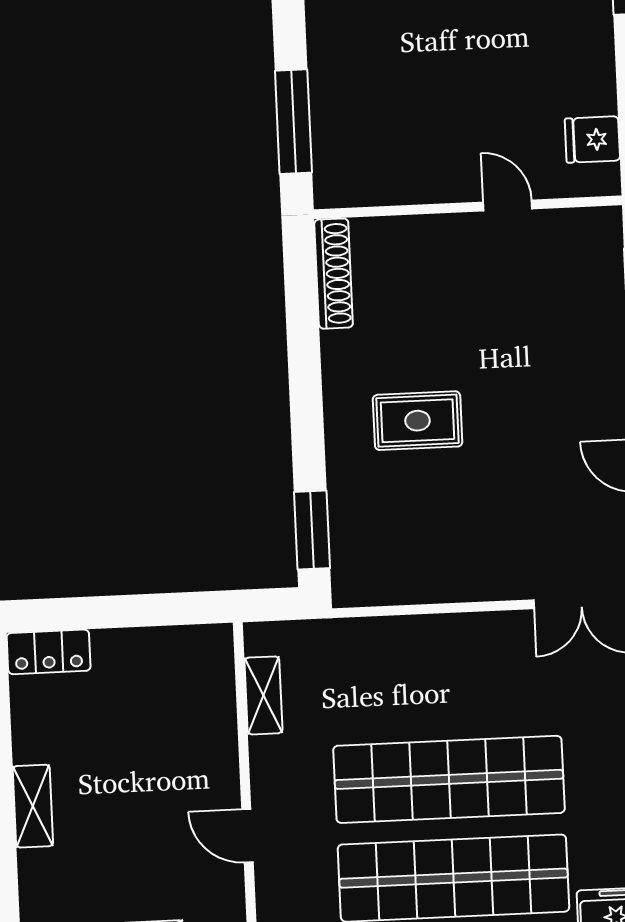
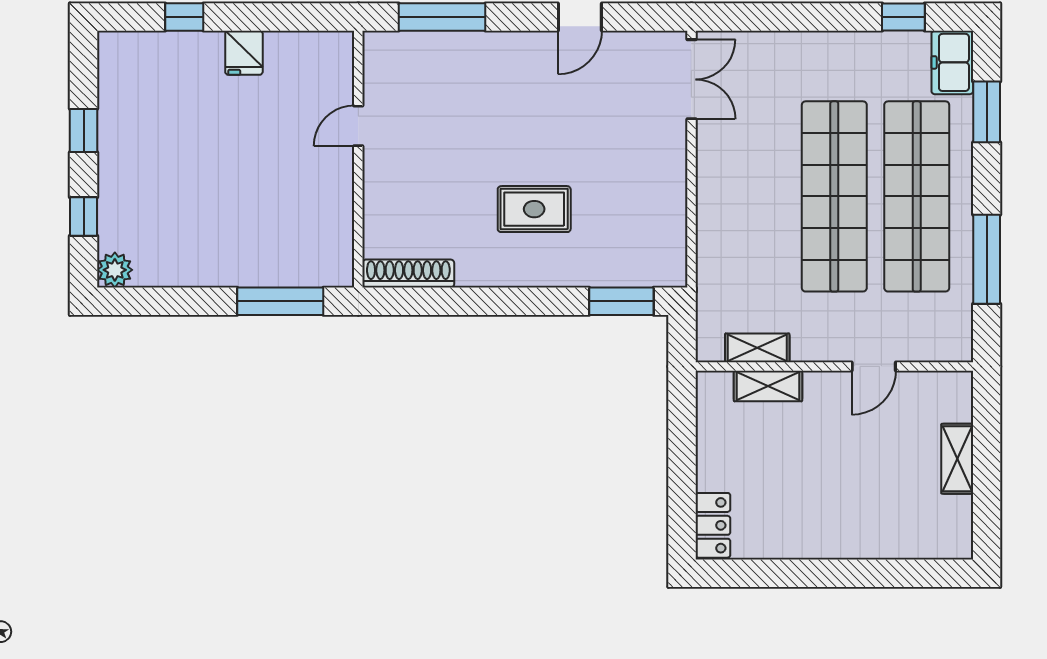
fridge: (592, 139) -> (244, 53), moved
rug: (418, 421) -> (534, 209), turned 90
shelving: (33, 806) -> (768, 386), moved

